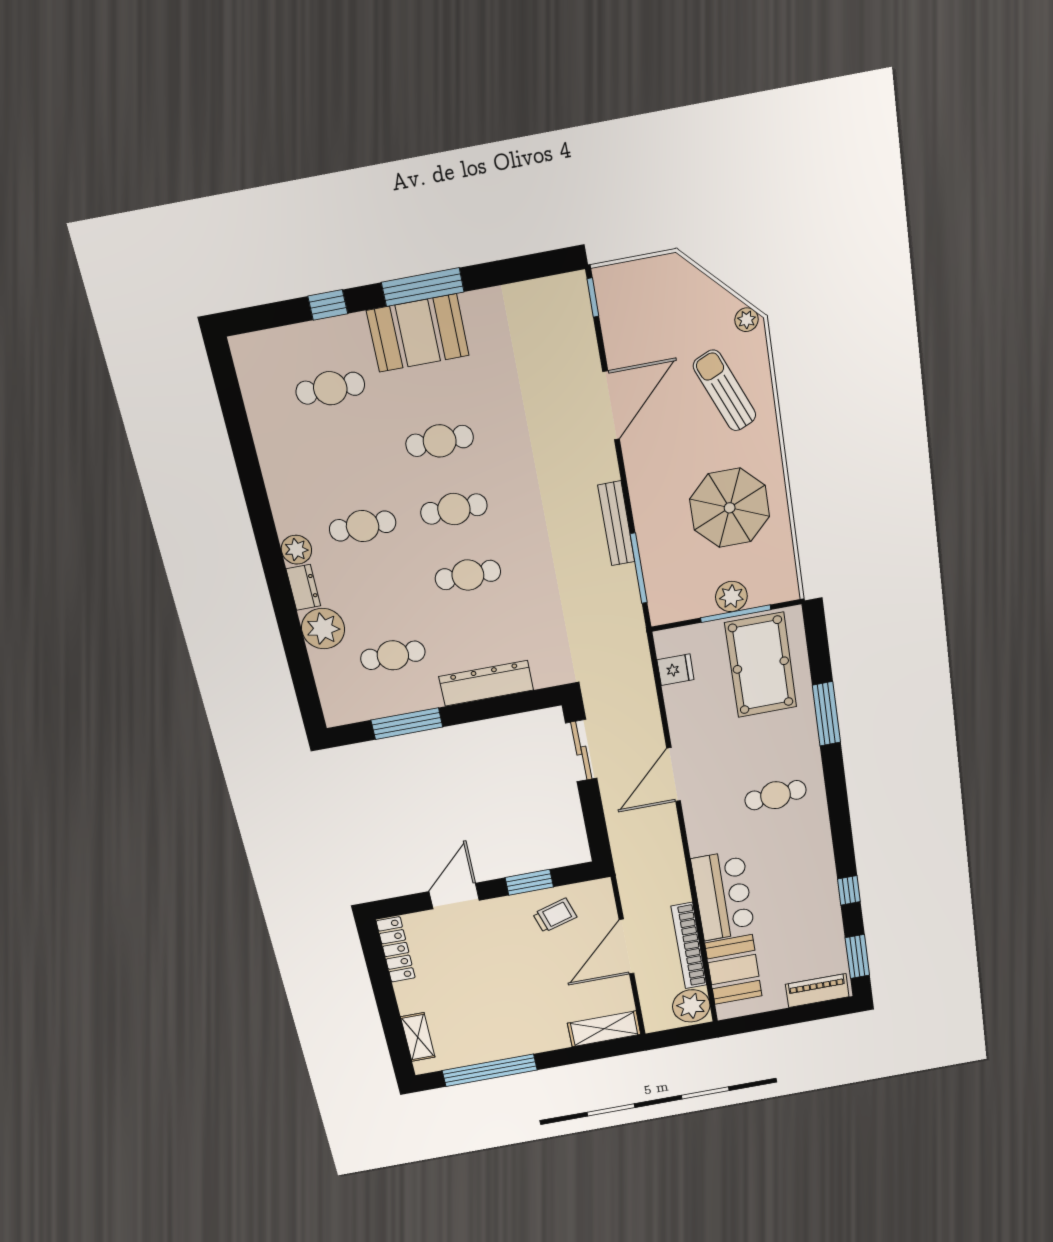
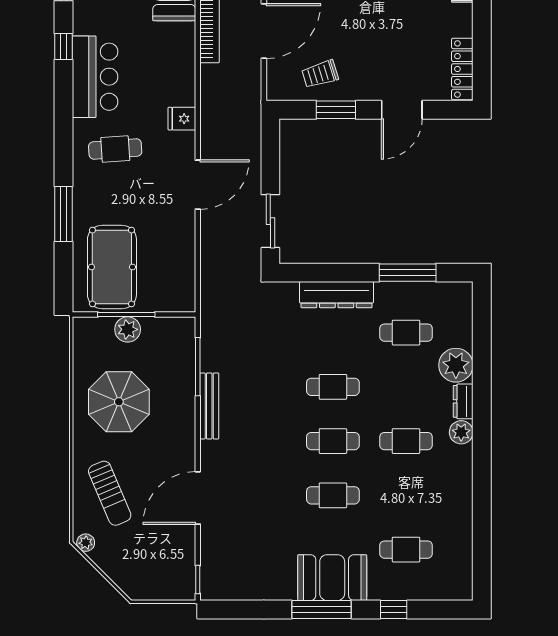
fridge: (675, 670) -> (182, 119), moved
bar counter: (723, 896) -> (95, 77), moved, turned 180

